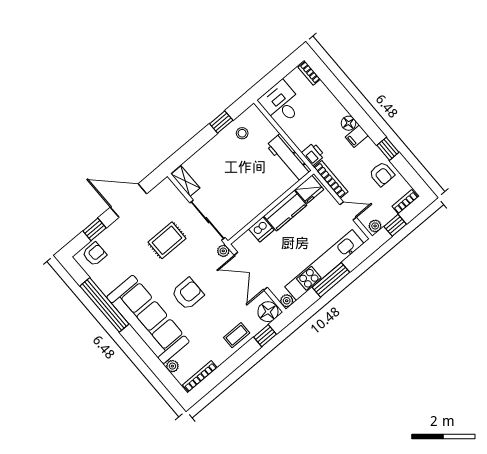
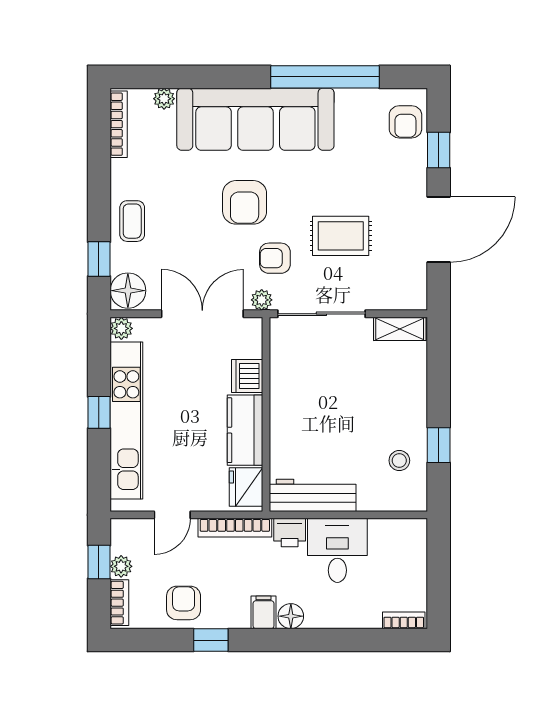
desk: (281, 103) -> (337, 550), moved, turned -90
armchair: (382, 174) -> (184, 603), turned 90
plant: (375, 226) -> (121, 566), moved
rug: (167, 240) -> (341, 236), turned 90
armchair: (201, 260) -> (275, 258), added
window: (331, 280) -> (99, 412), width x0.46

